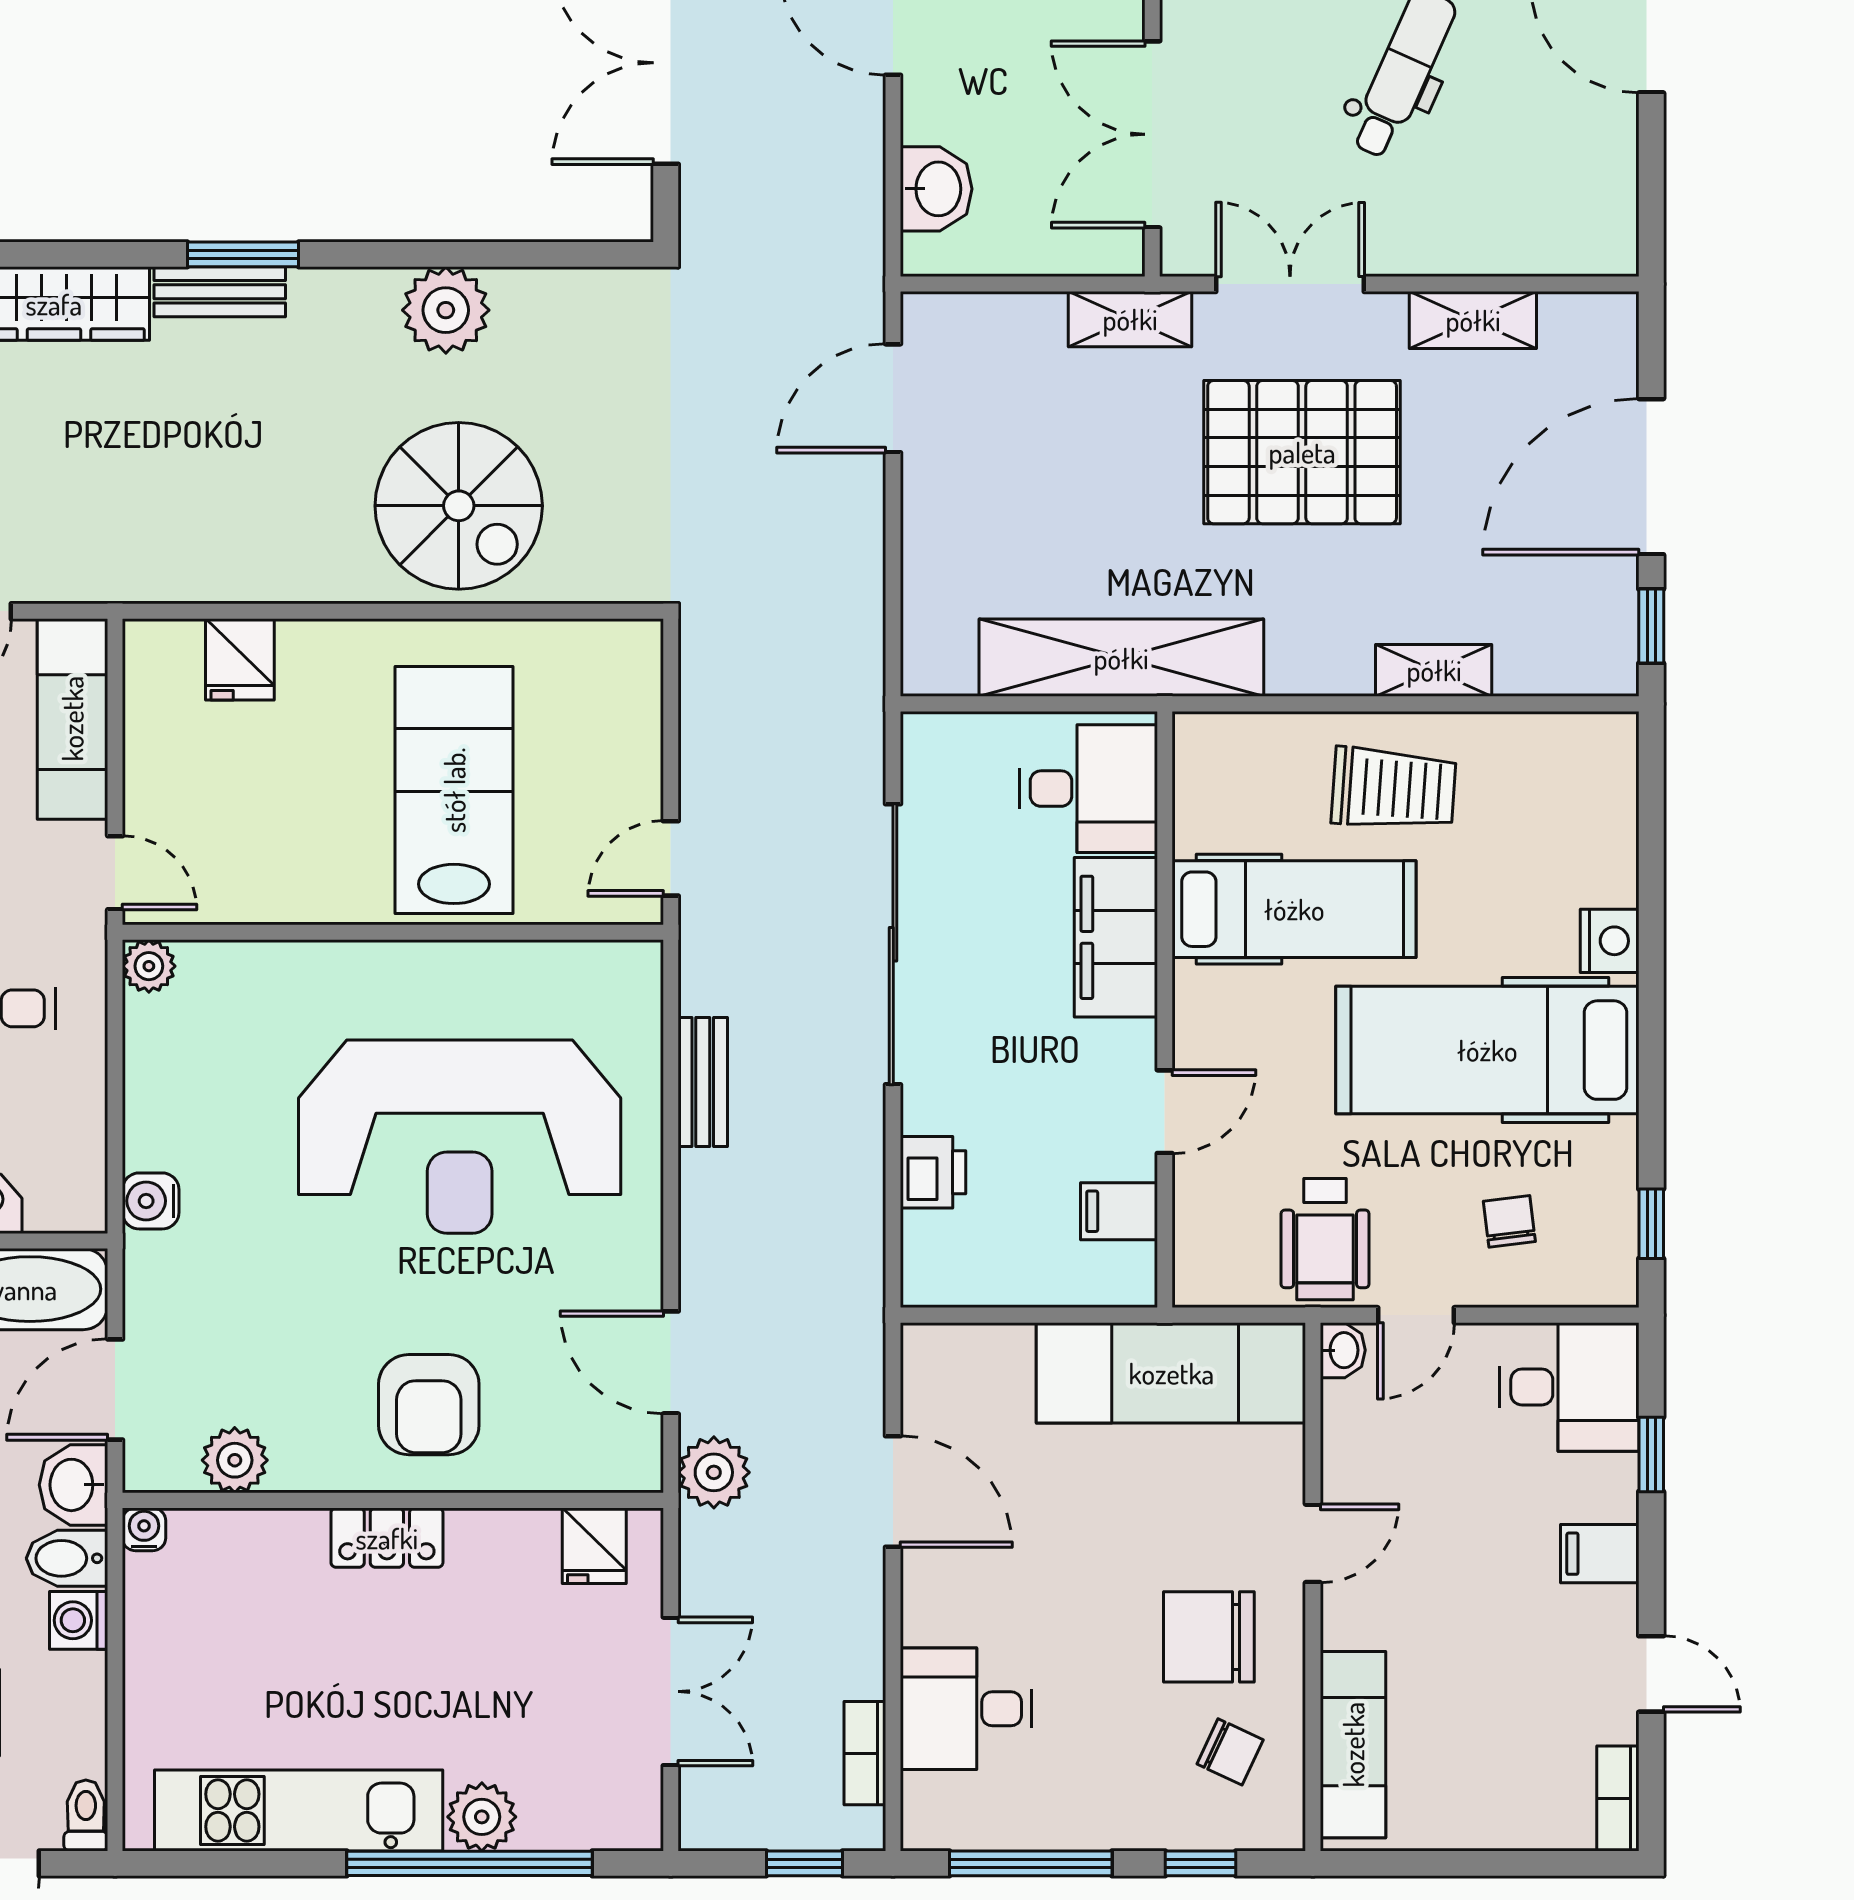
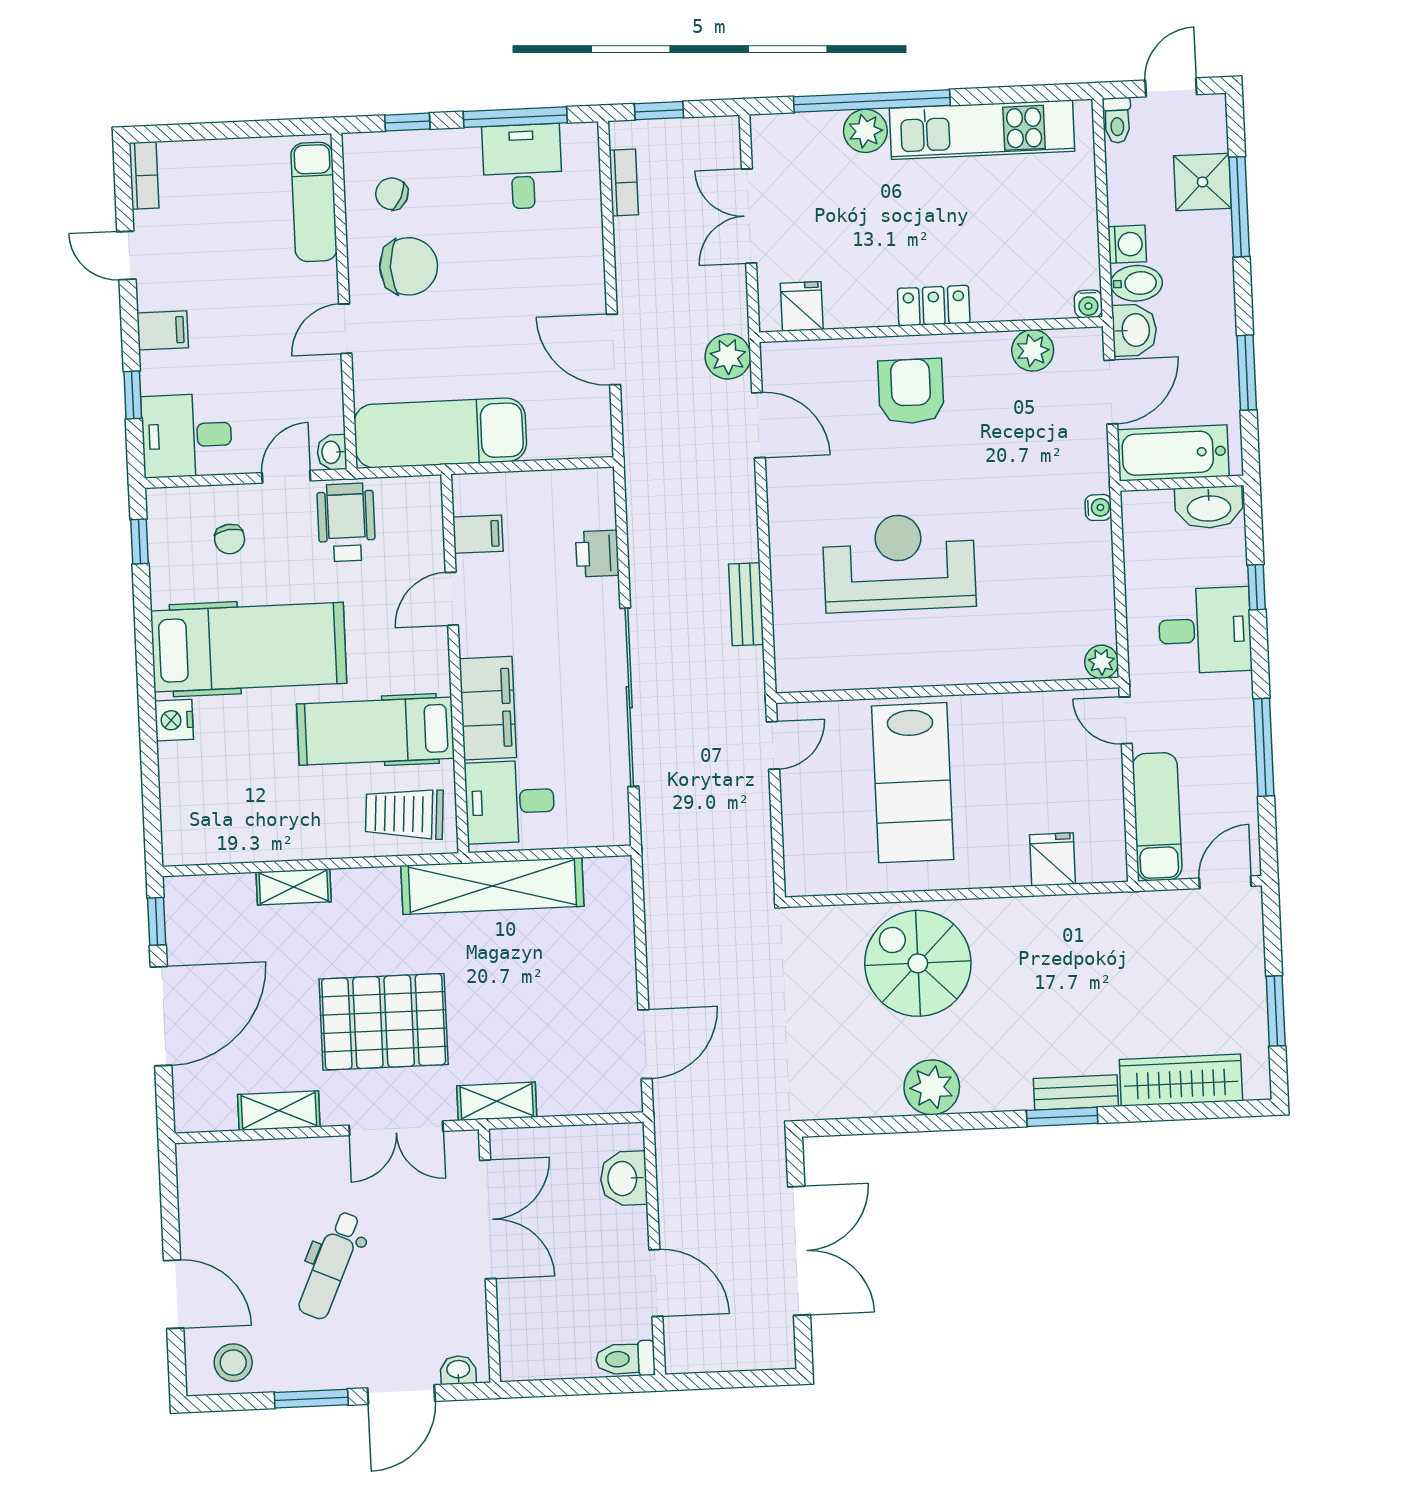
trolley: (1394, 789) -> (404, 814), moved
reception desk: (460, 1137) -> (899, 563), width x0.74, depth x0.77
water cooler: (151, 1201) -> (1098, 508), width x0.72, depth x0.72
desk: (966, 1709) -> (522, 167), moved, turned -90

